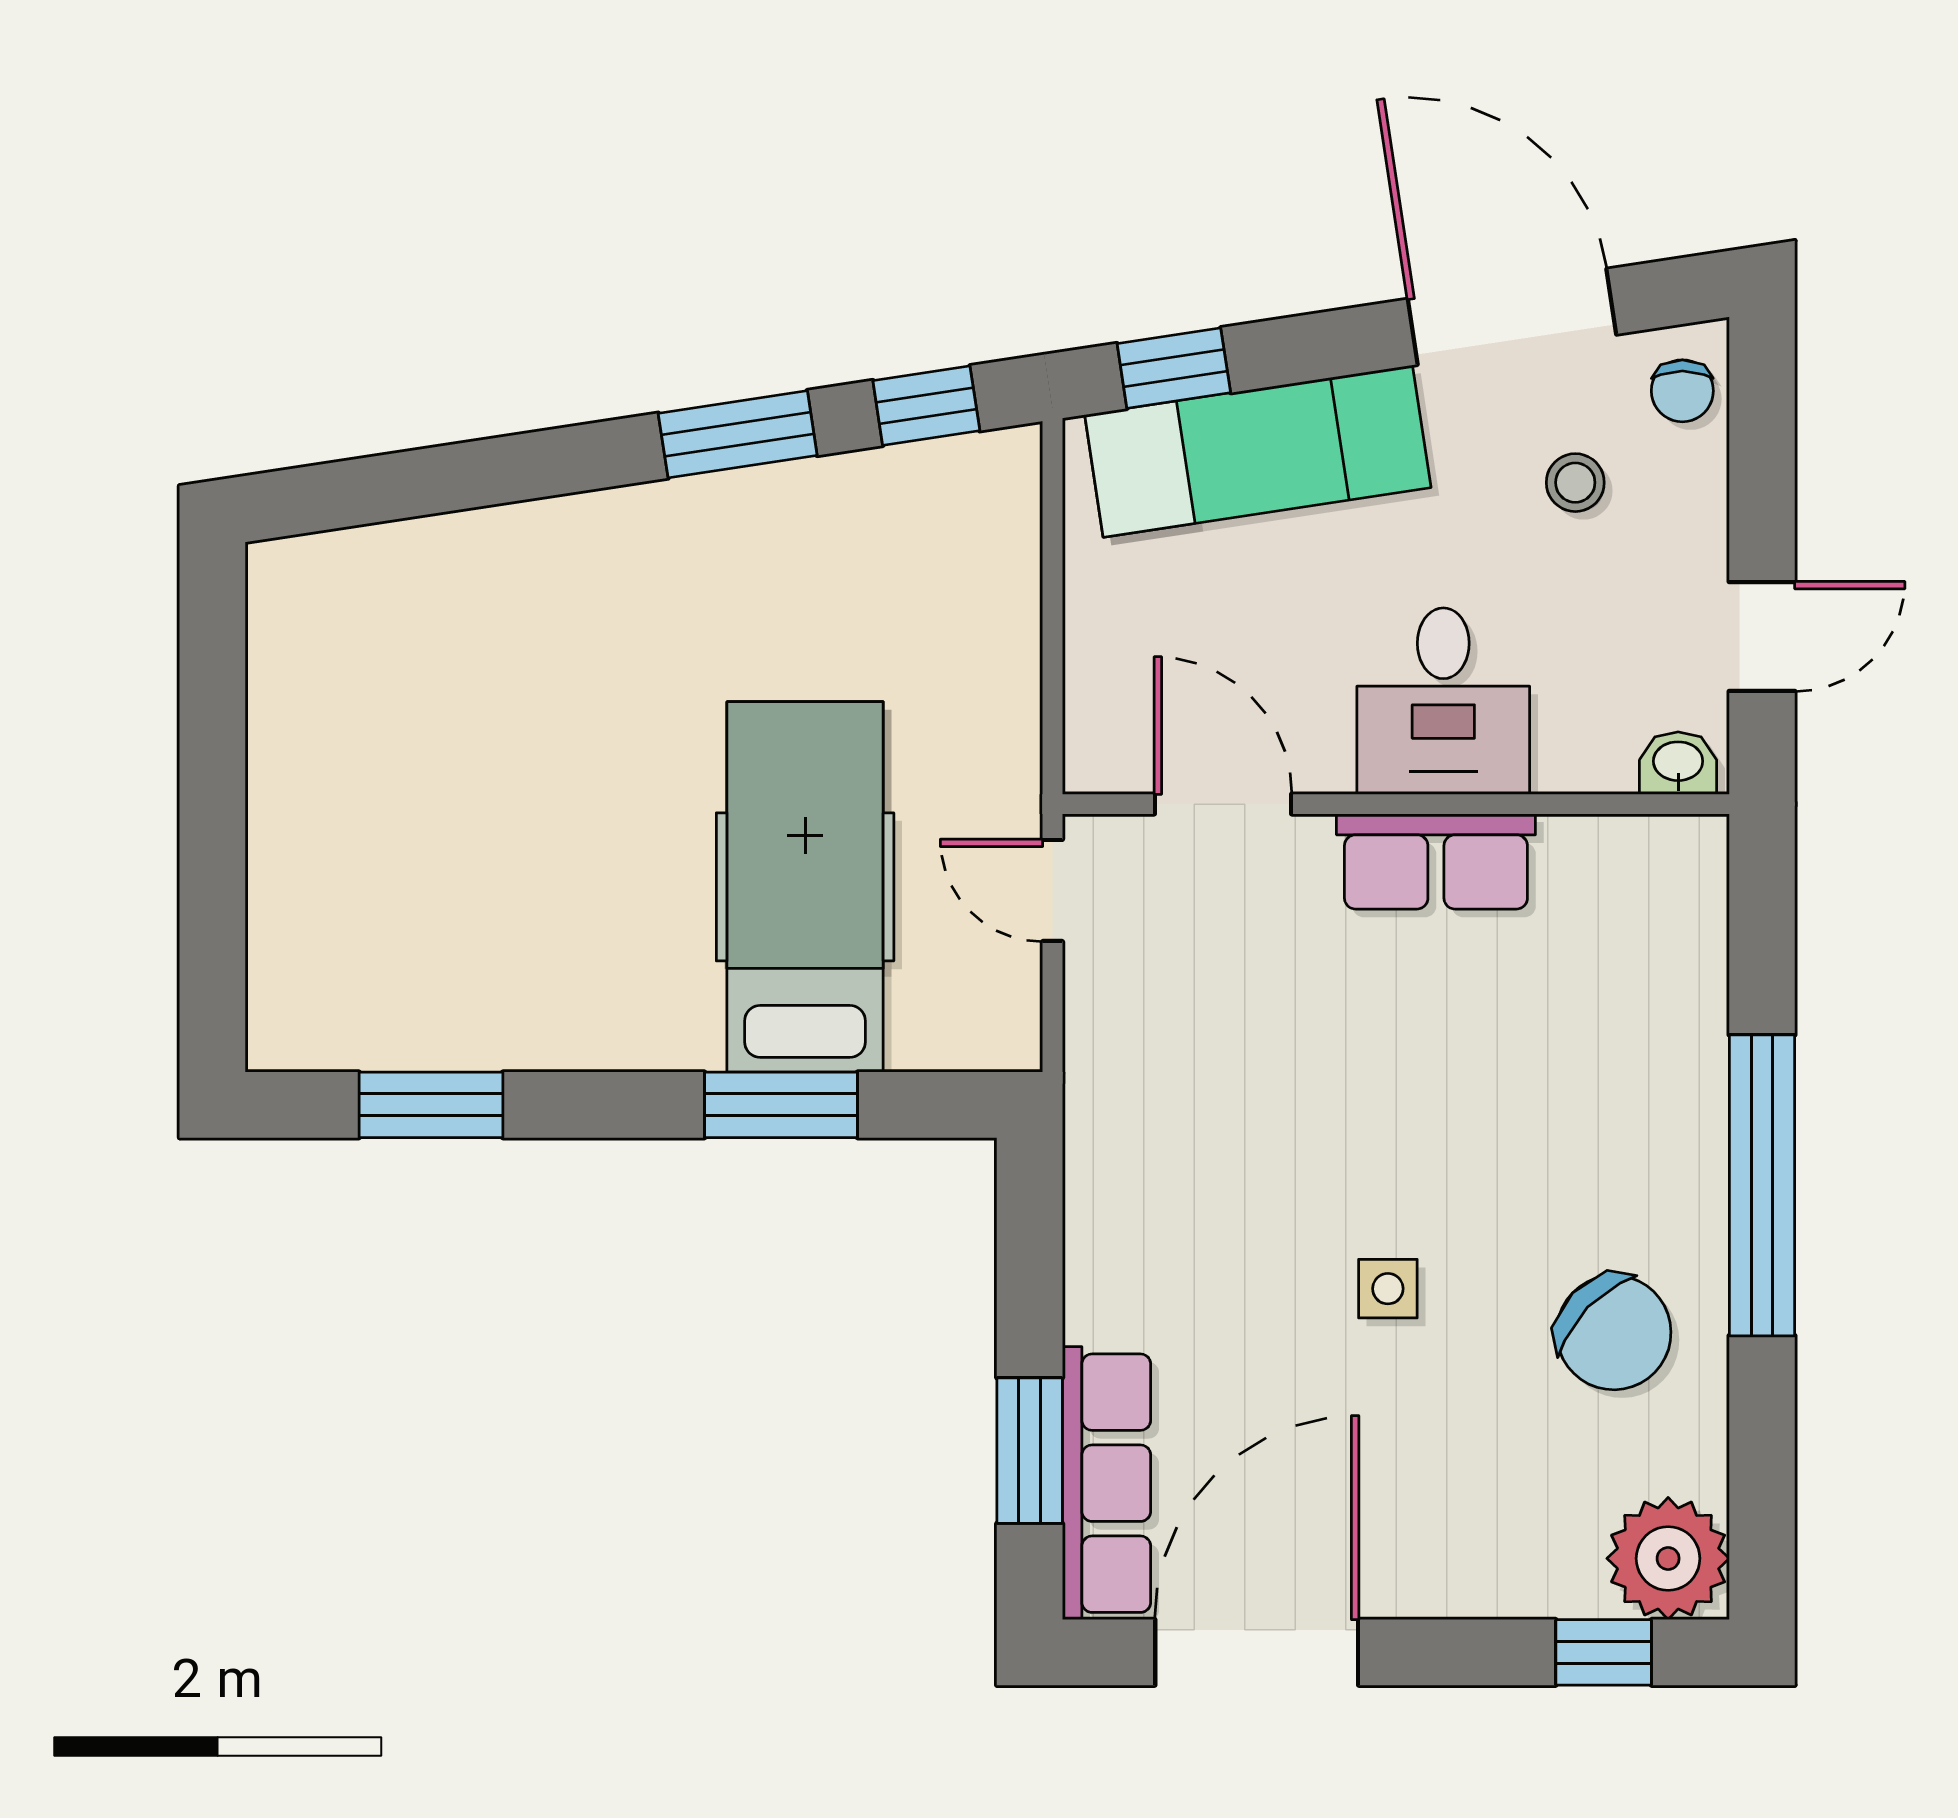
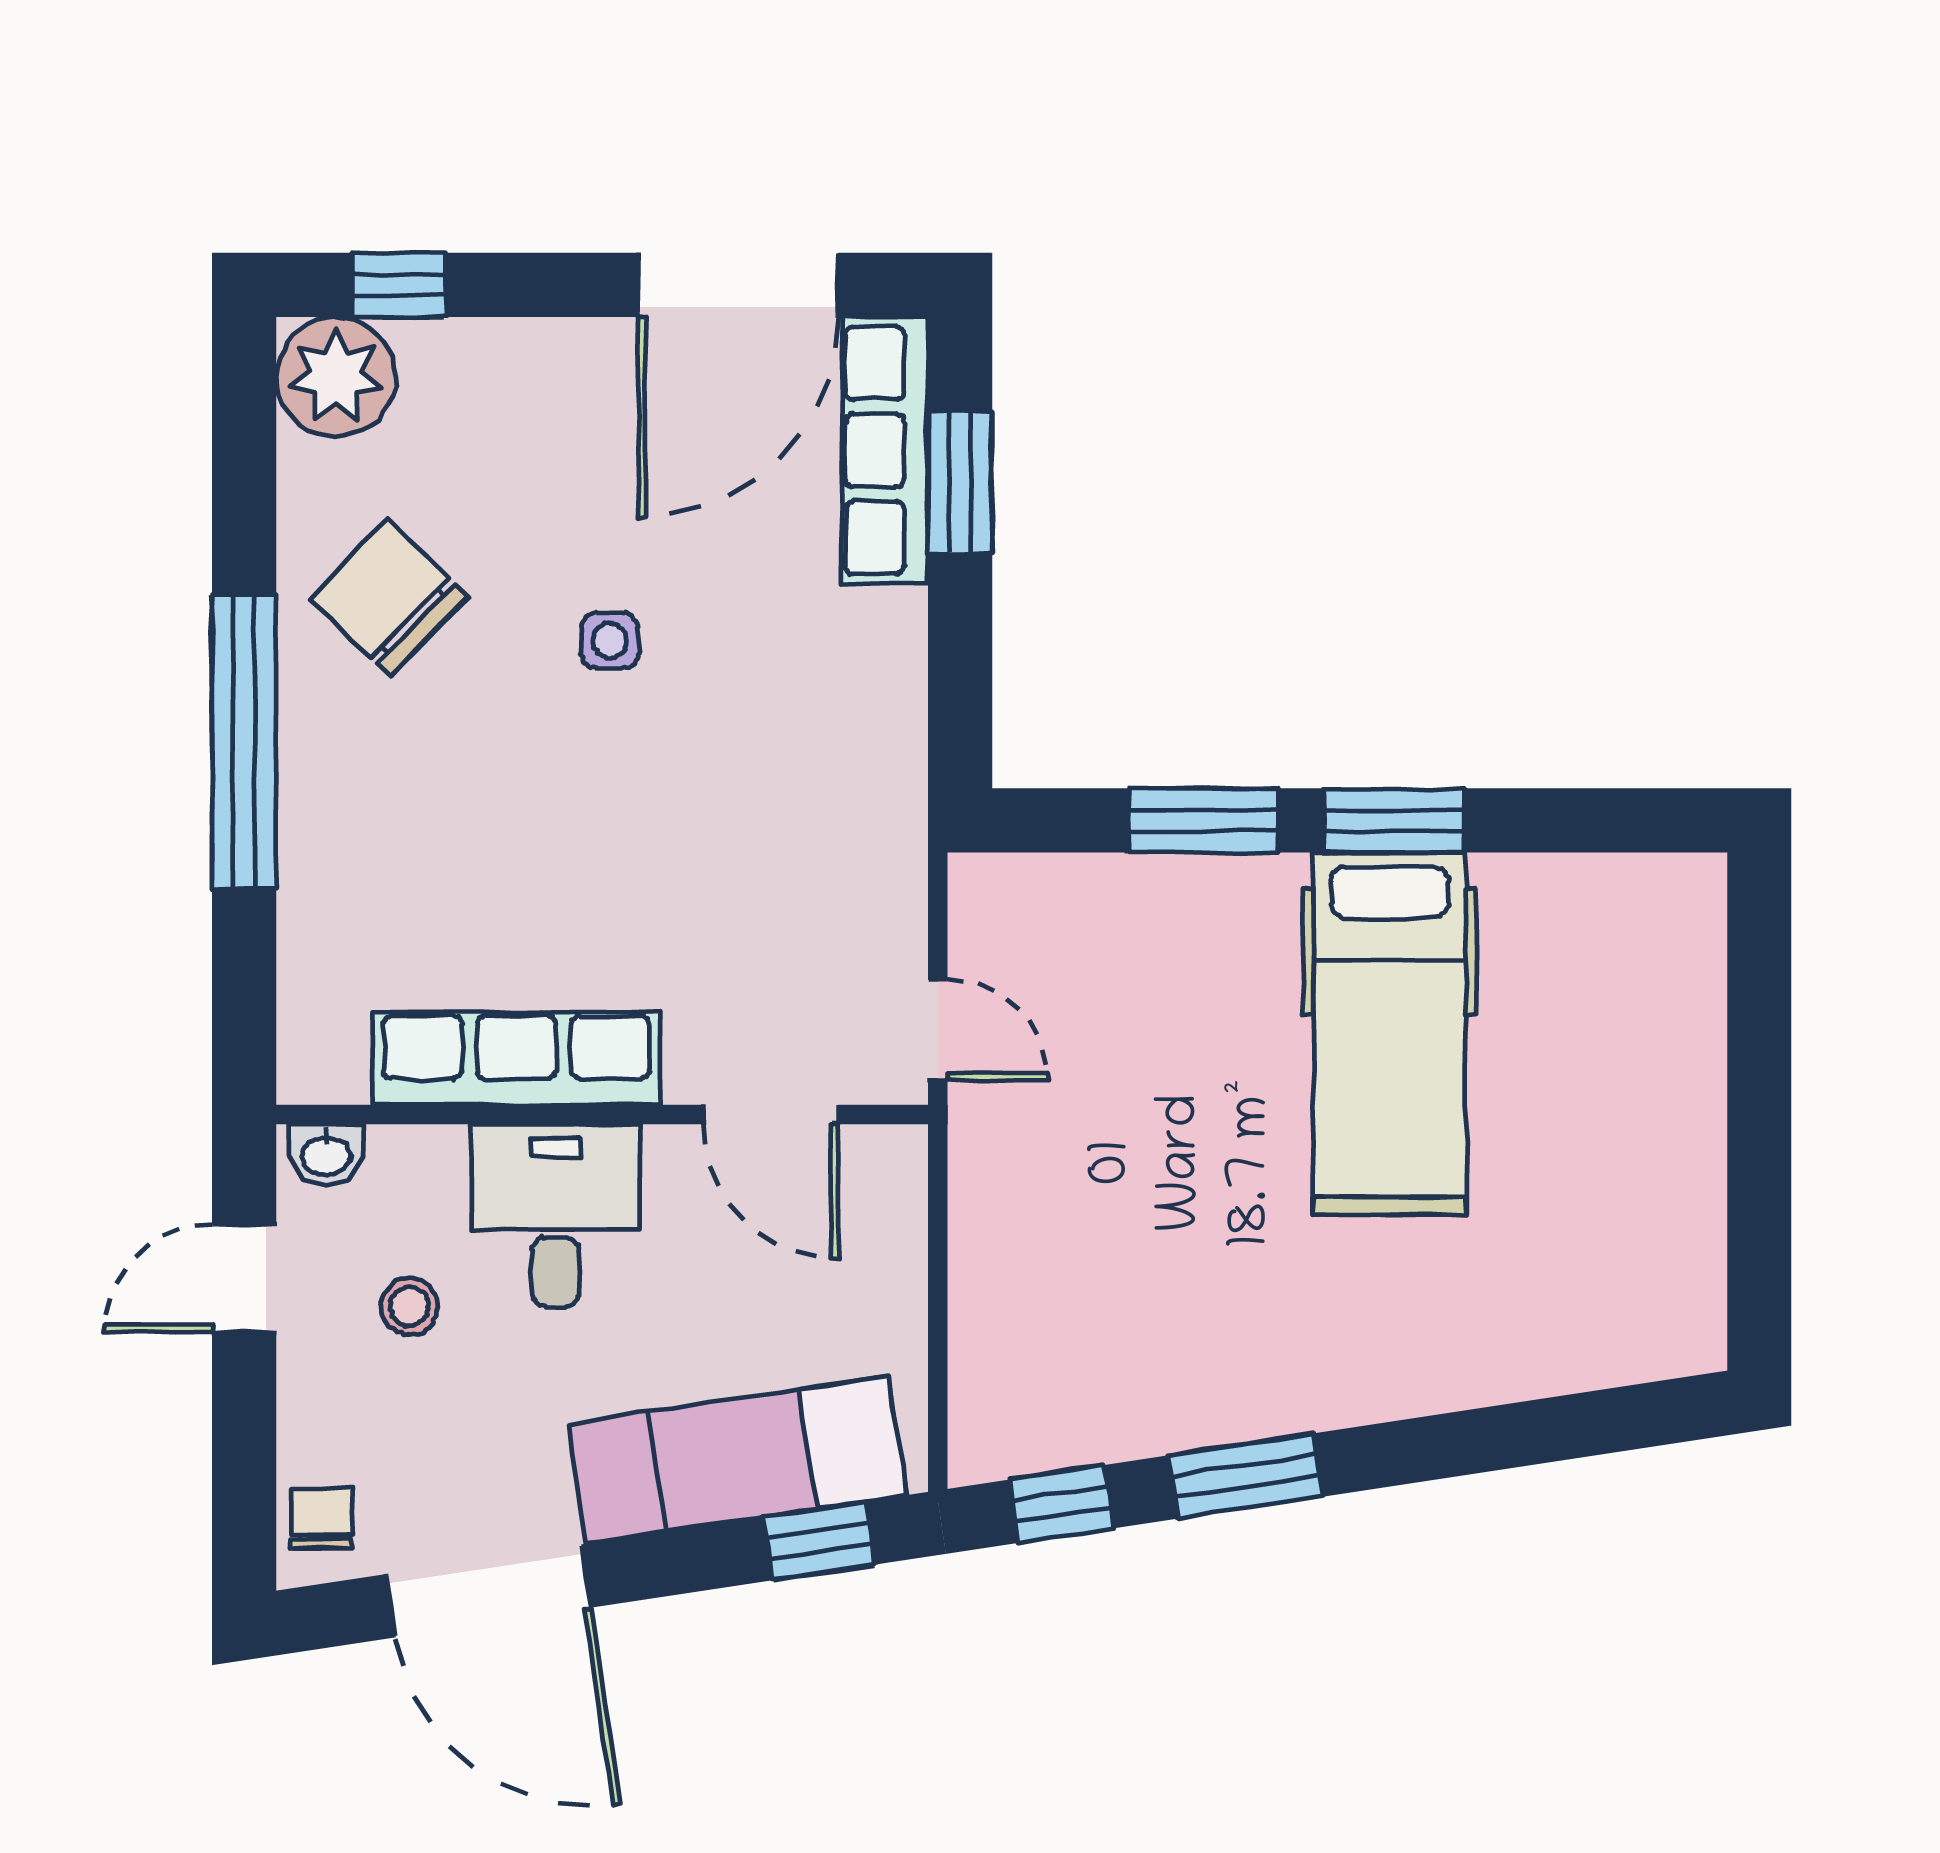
stool: (1575, 483) -> (410, 1307), moved
row of seats: (1436, 861) -> (516, 1058), width x1.48
hospital bed: (805, 887) -> (1390, 1033), moved
window: (431, 1105) -> (1394, 820), moved

